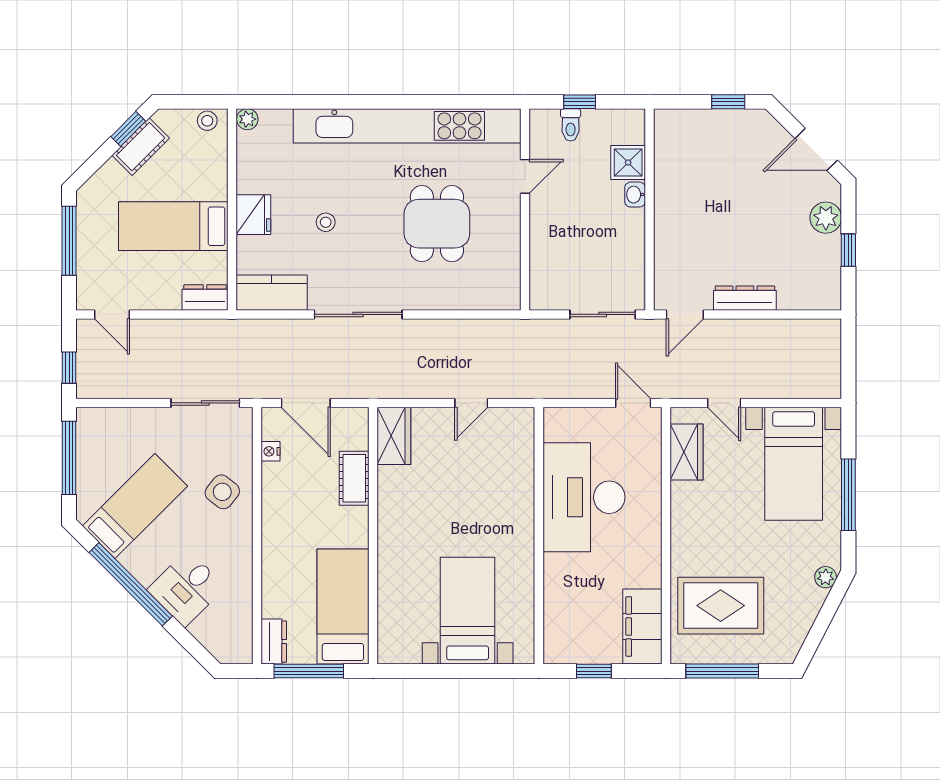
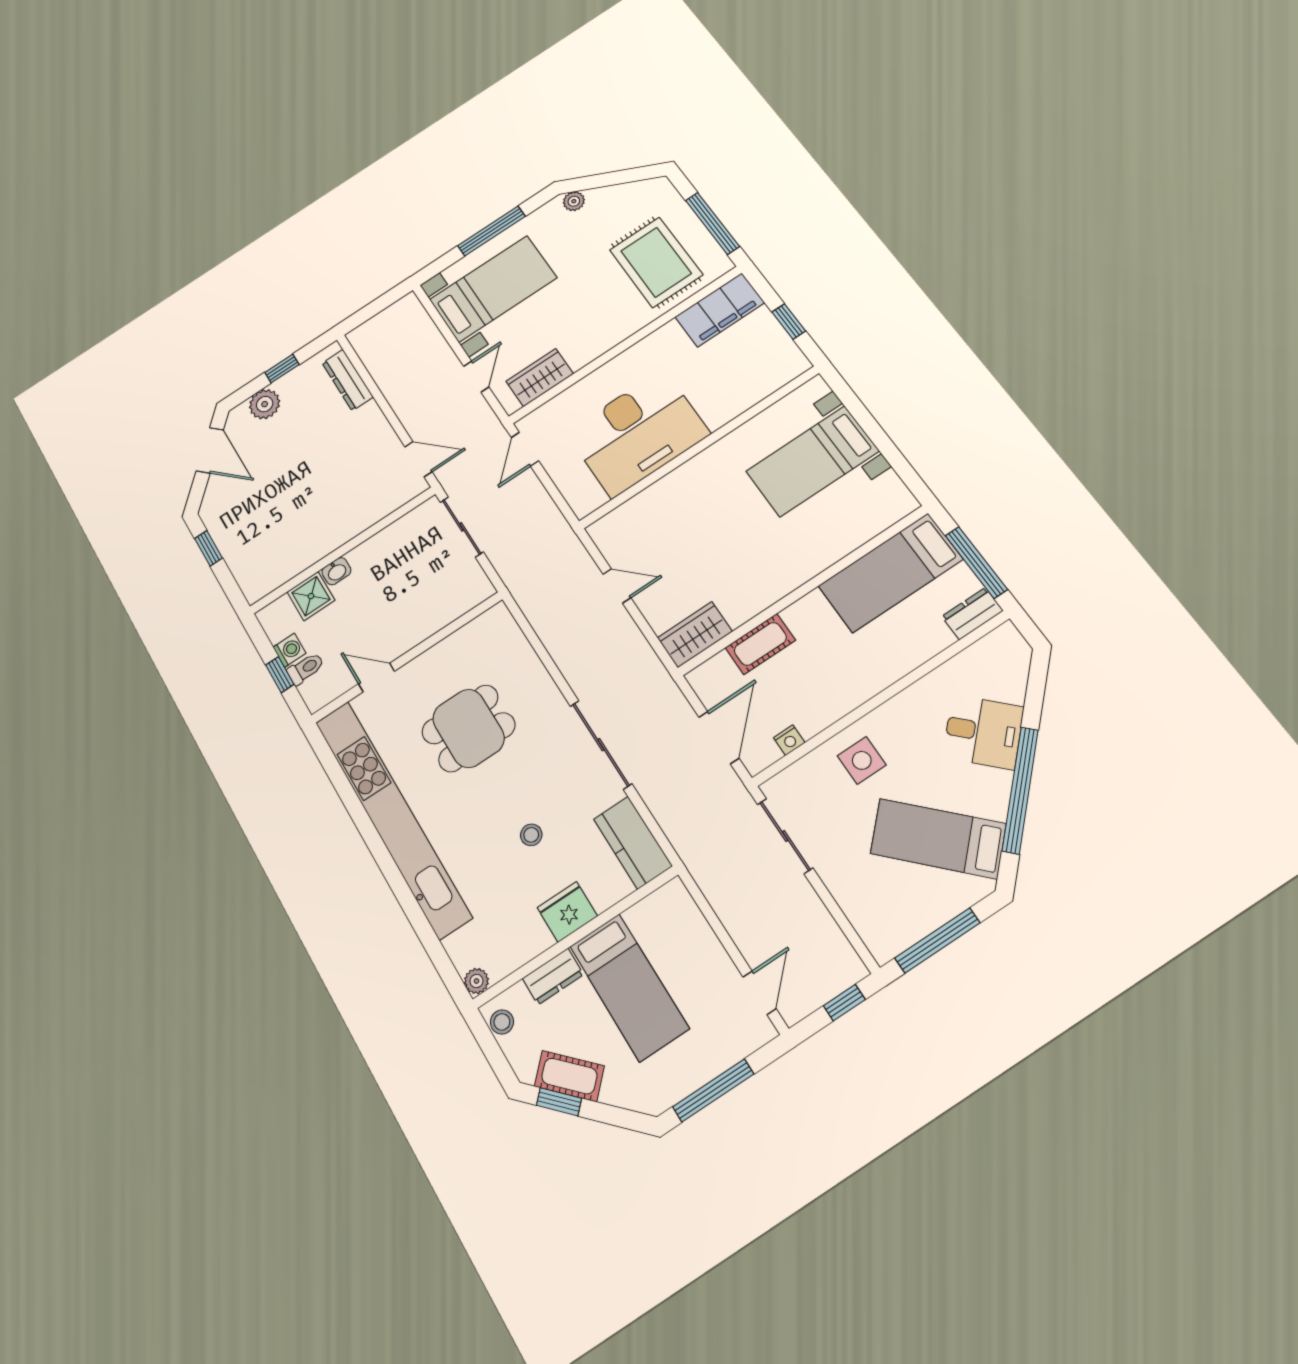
washing machine: (595, 120) -> (289, 650), added
dresser: (205, 297) -> (553, 977), moved, turned -90
dresser: (745, 298) -> (348, 380), moved
side table: (222, 492) -> (862, 760), turned -38

